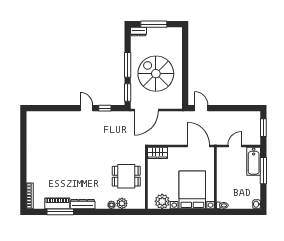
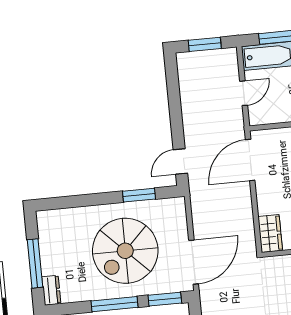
window: (185, 84) -> (139, 195), added
door: (146, 110) -> (194, 262), hinge flipped
door: (235, 146) -> (244, 93), swing flipped

